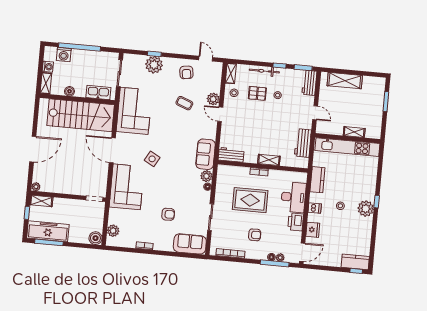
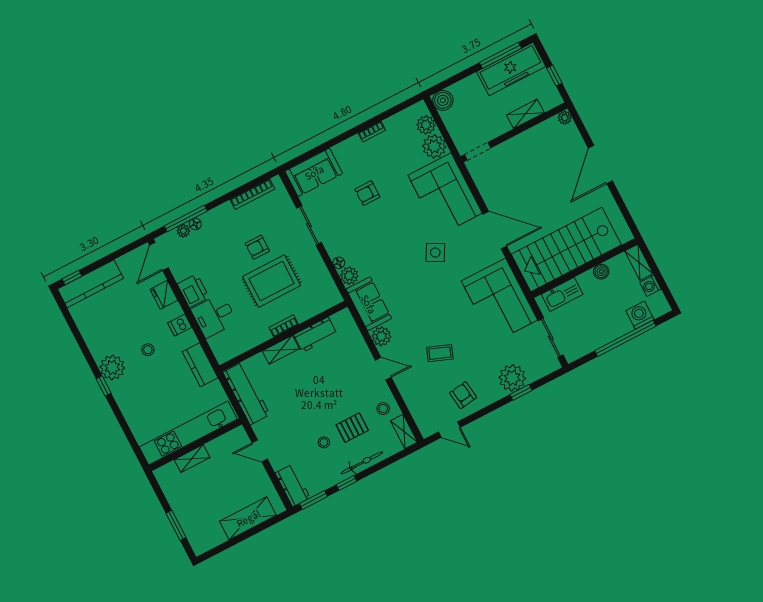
plant: (213, 99) -> (381, 336), moved
workbench: (303, 143) -> (246, 393), width x1.38
workbench: (231, 155) -> (315, 335), moved
desk: (293, 197) -> (214, 316), width x0.73
shelving: (41, 201) -> (525, 114), moved
plant: (116, 216) -> (434, 146), added
armchair: (255, 235) -> (257, 247), moved
kitchen counter: (355, 262) -> (91, 284), width x1.50

